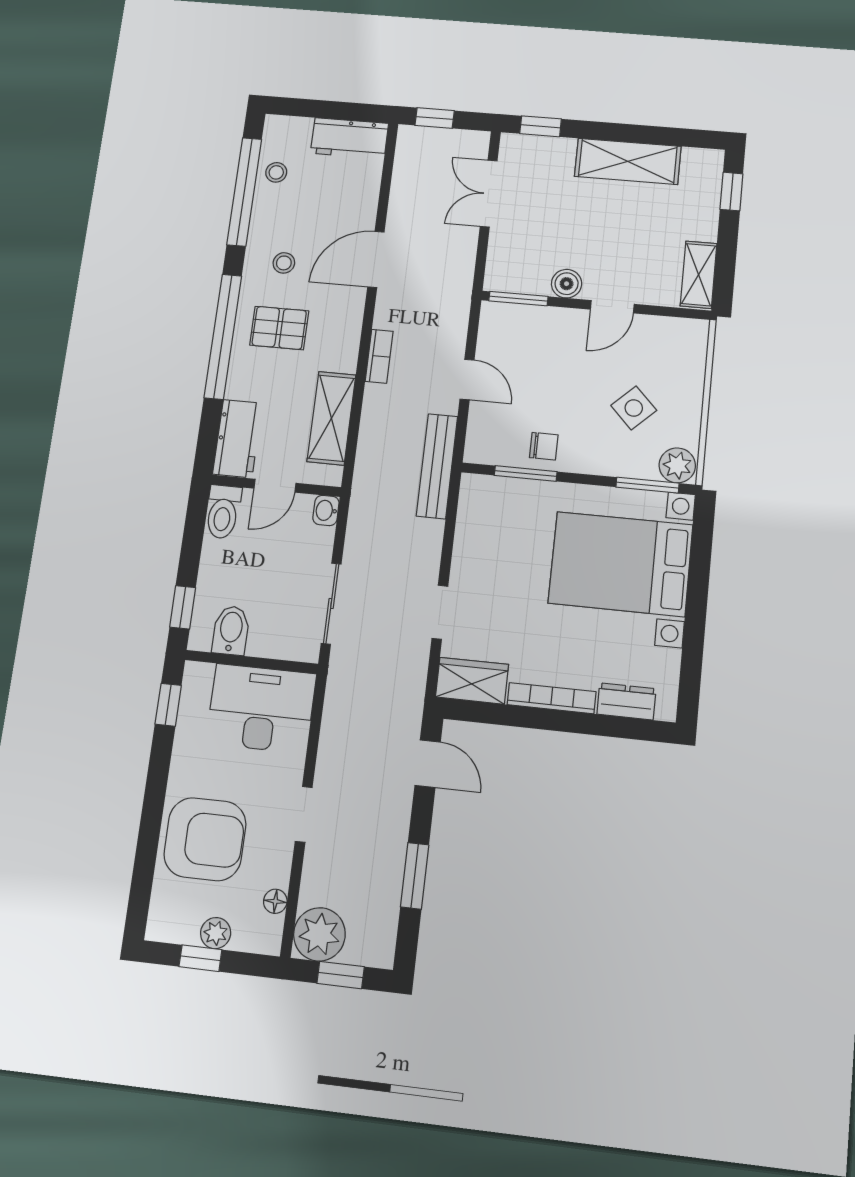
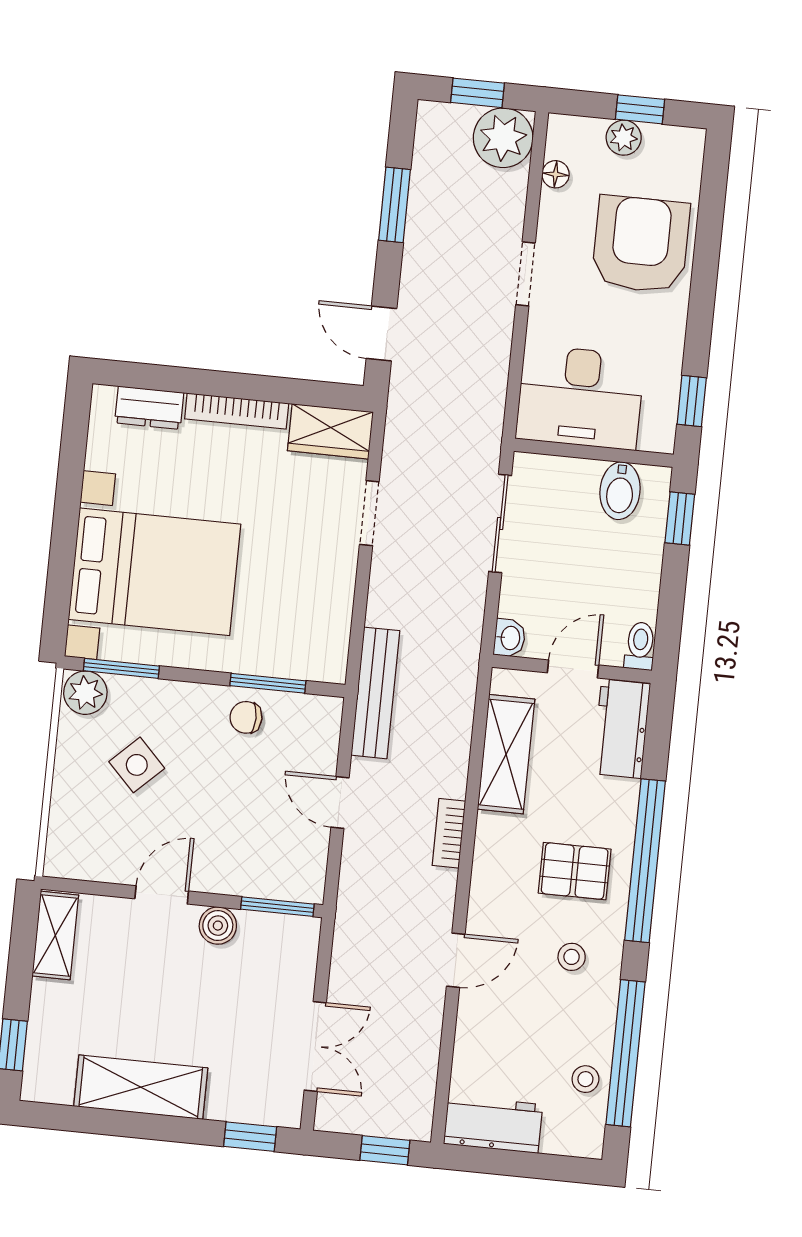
door: (376, 259) -> (456, 960), width x0.73
toilet: (223, 512) -> (640, 646), width x0.73, depth x0.72
armchair: (205, 839) -> (641, 244), turned 90

